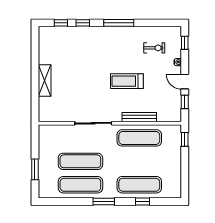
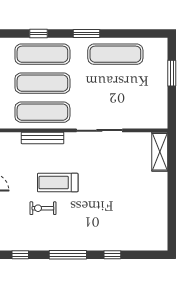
window: (61, 23) -> (20, 255), moved
exercise bike: (154, 48) -> (43, 208), moved
shelving: (45, 81) -> (160, 152), moved
treadmill: (127, 81) -> (58, 183), turned 180
exercise mat: (80, 161) -> (42, 83), moved

